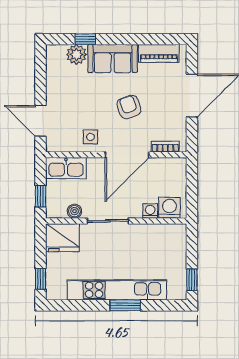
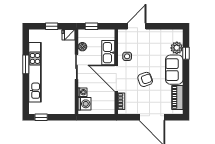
kitchen sink: (66, 168) -> (108, 53), moved
fridge: (62, 238) -> (69, 35), width x0.53, depth x0.75
window: (41, 279) -> (52, 26), moved
window: (125, 305) -> (26, 64), moved

